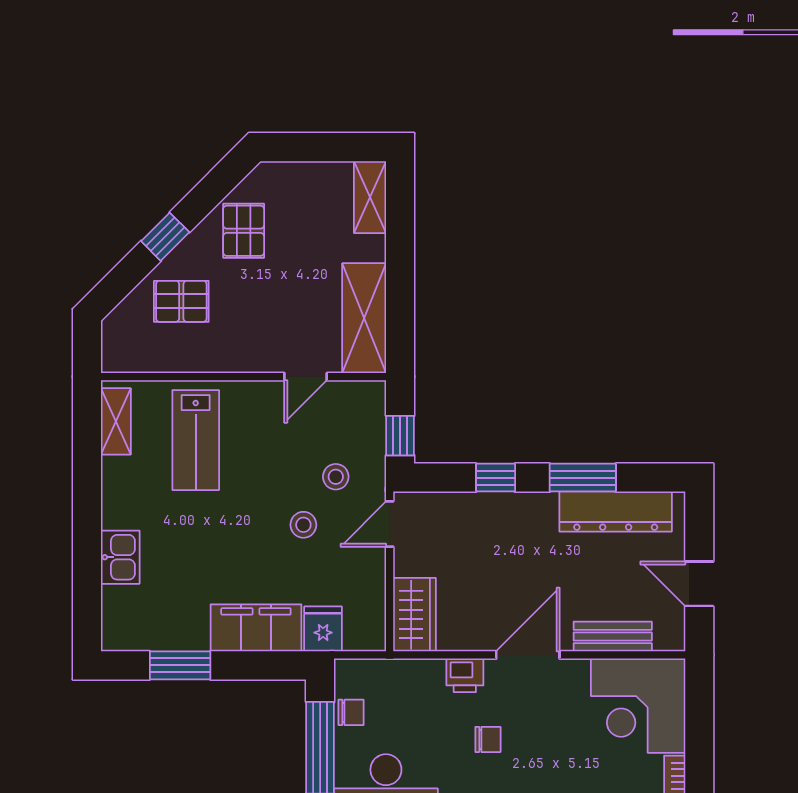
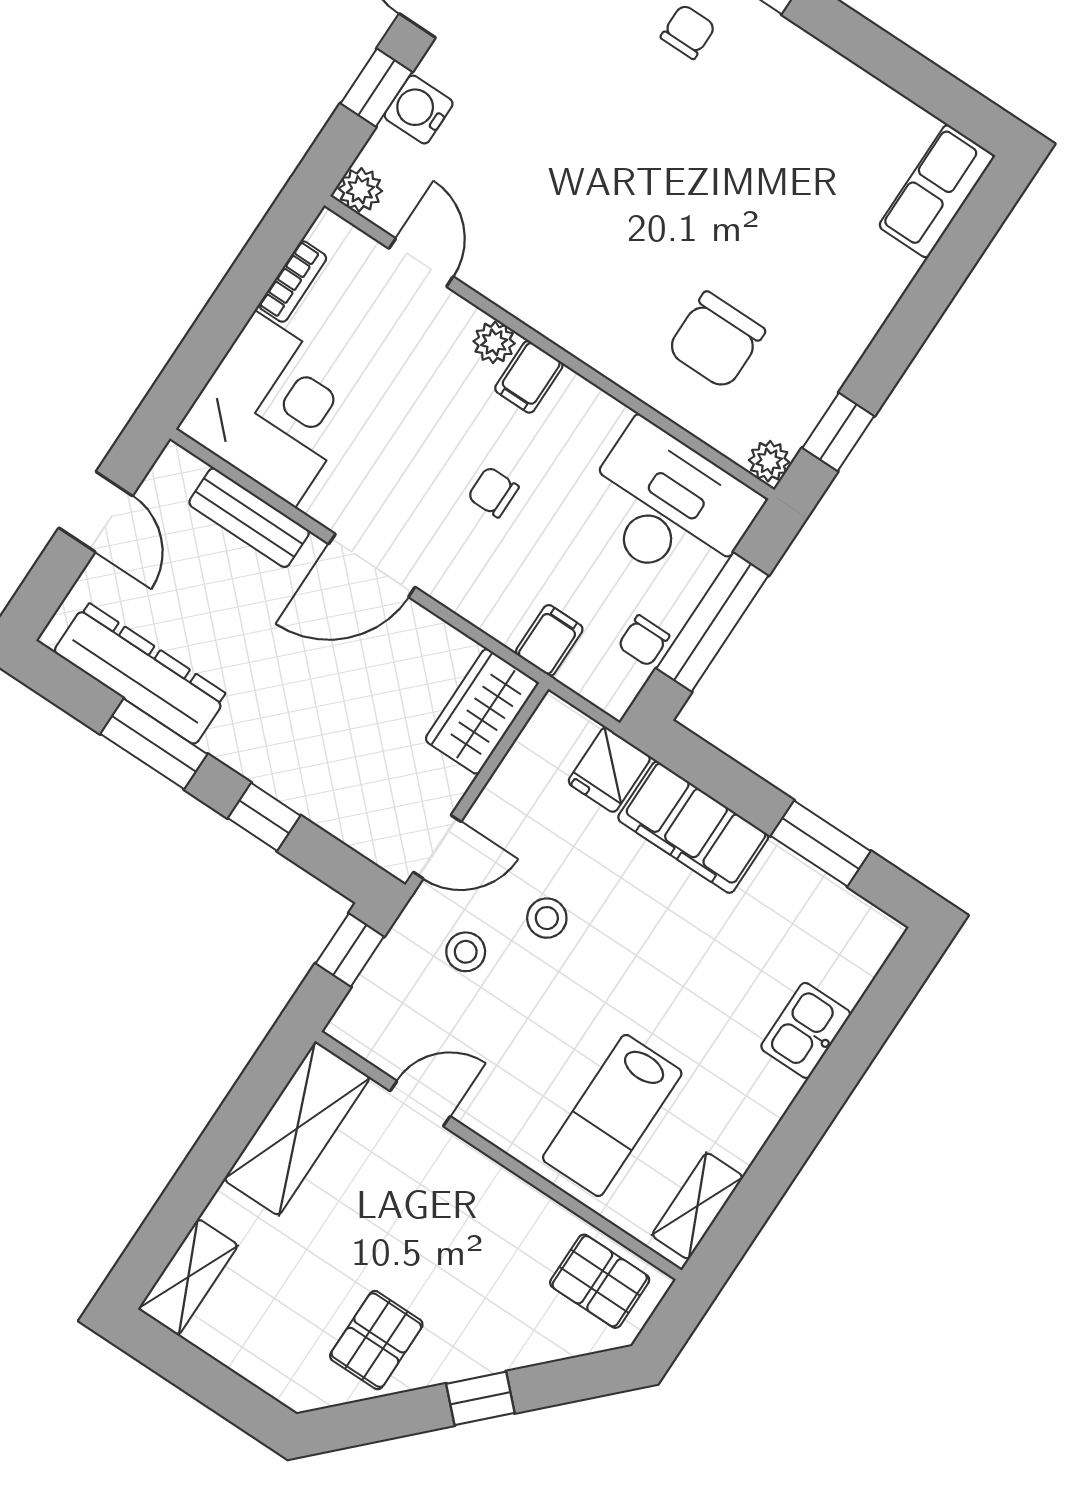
pallet: (181, 301) -> (600, 1281), moved
lab bench: (196, 440) -> (612, 1115), turned 180
printer: (465, 675) -> (469, 592), removed
filing cabinet: (403, 678) -> (549, 640), added
chair: (351, 712) -> (644, 641), turned -90

